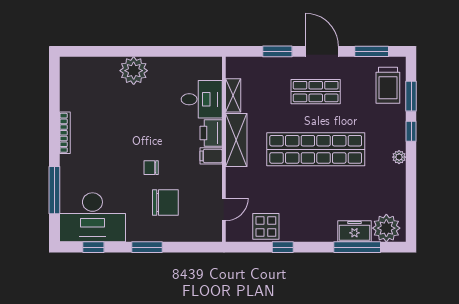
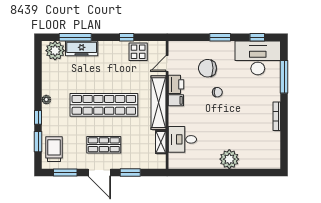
printer: (211, 133) -> (176, 84), moved
shelving: (236, 140) -> (159, 103), width x1.47
freezer: (354, 231) -> (82, 48), width x1.40

